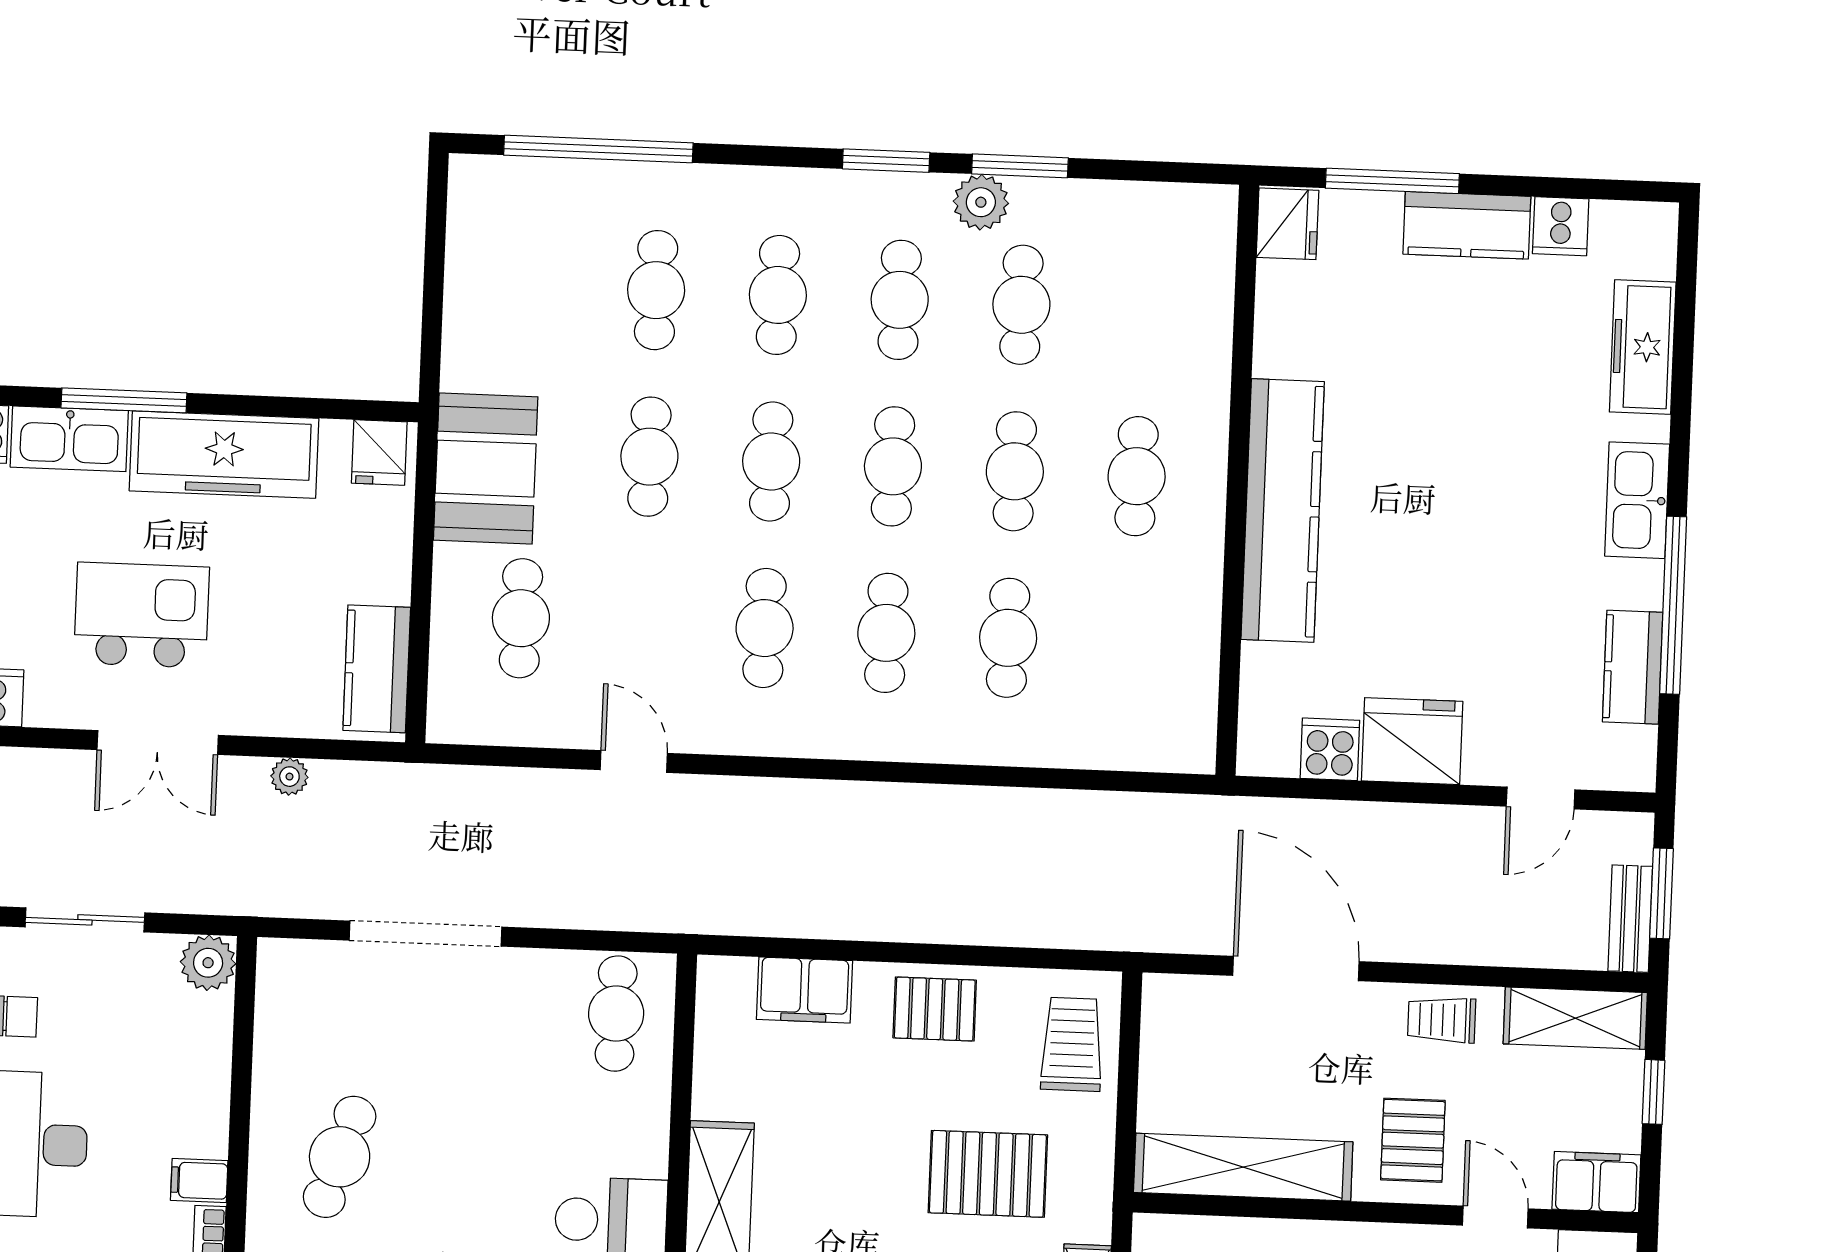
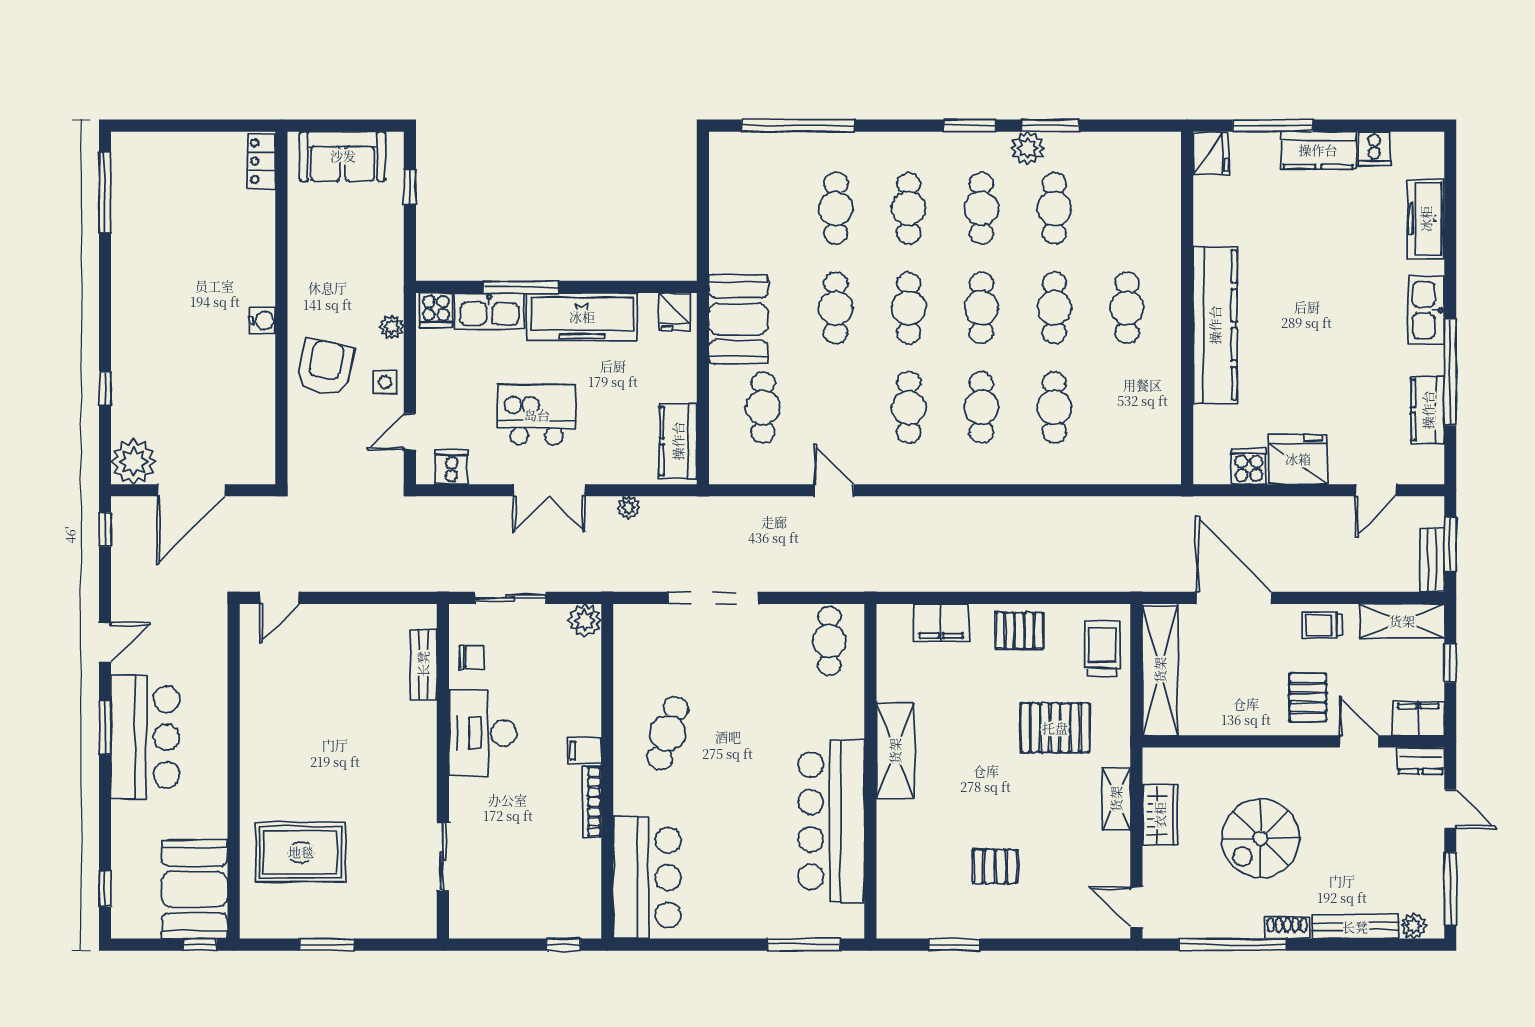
shelving: (1243, 1167) -> (1160, 670), moved, turned 90

